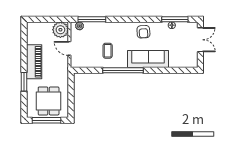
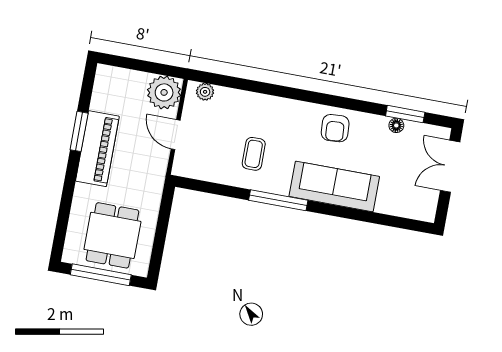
window: (92, 19) -> (233, 82), removed
window: (175, 19) -> (405, 114), width x0.69
double door: (200, 40) -> (450, 166), swing flipped
window: (123, 70) -> (278, 200), width x0.68
window: (24, 82) -> (79, 131), moved

